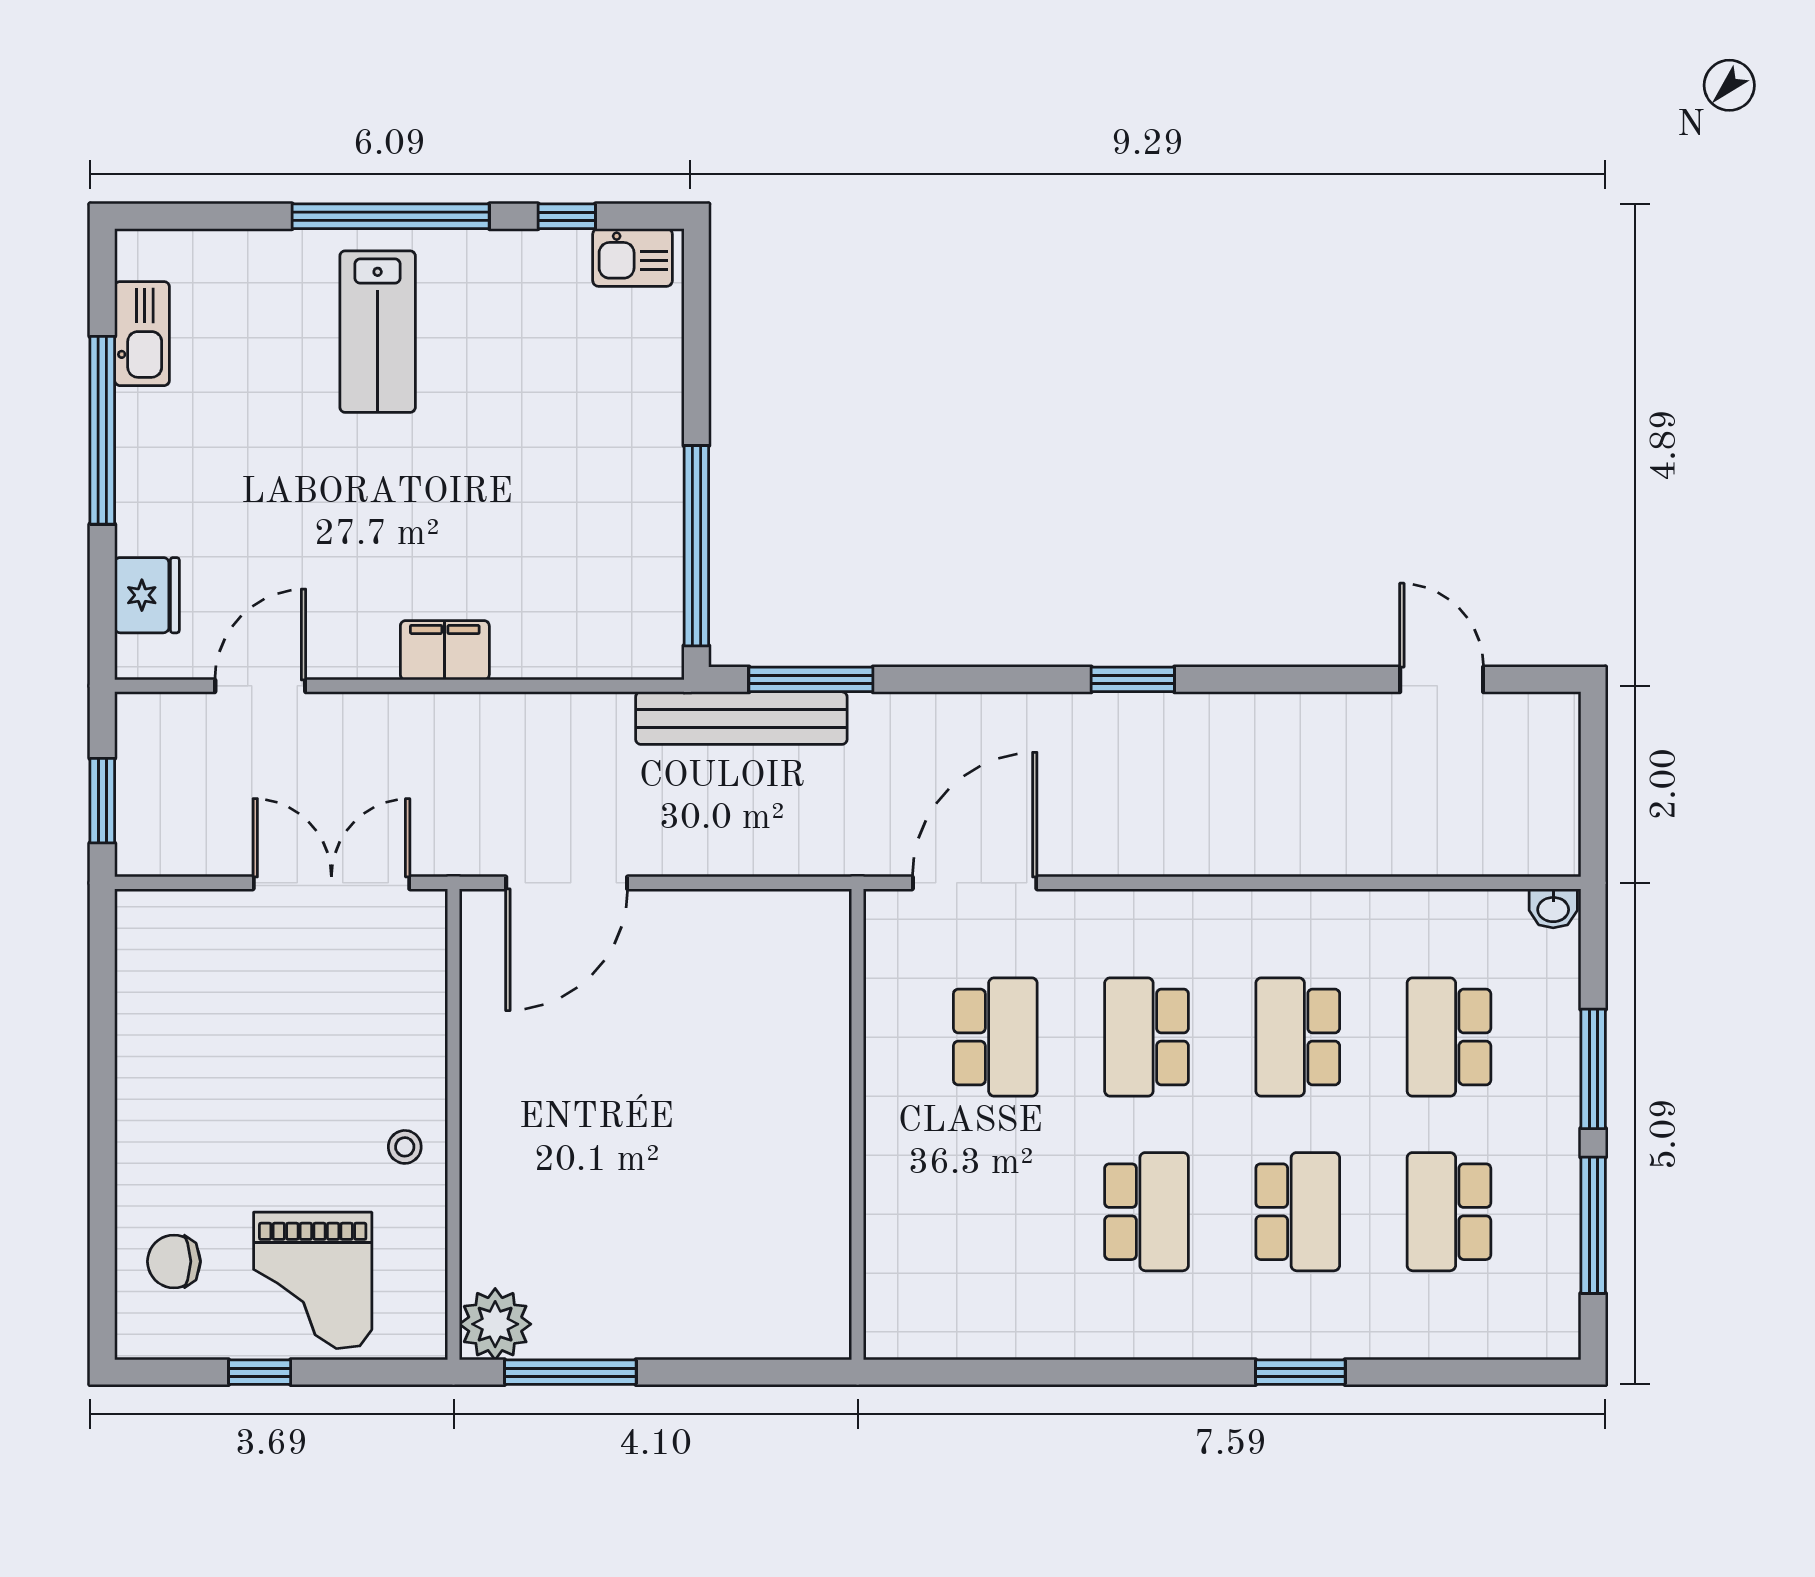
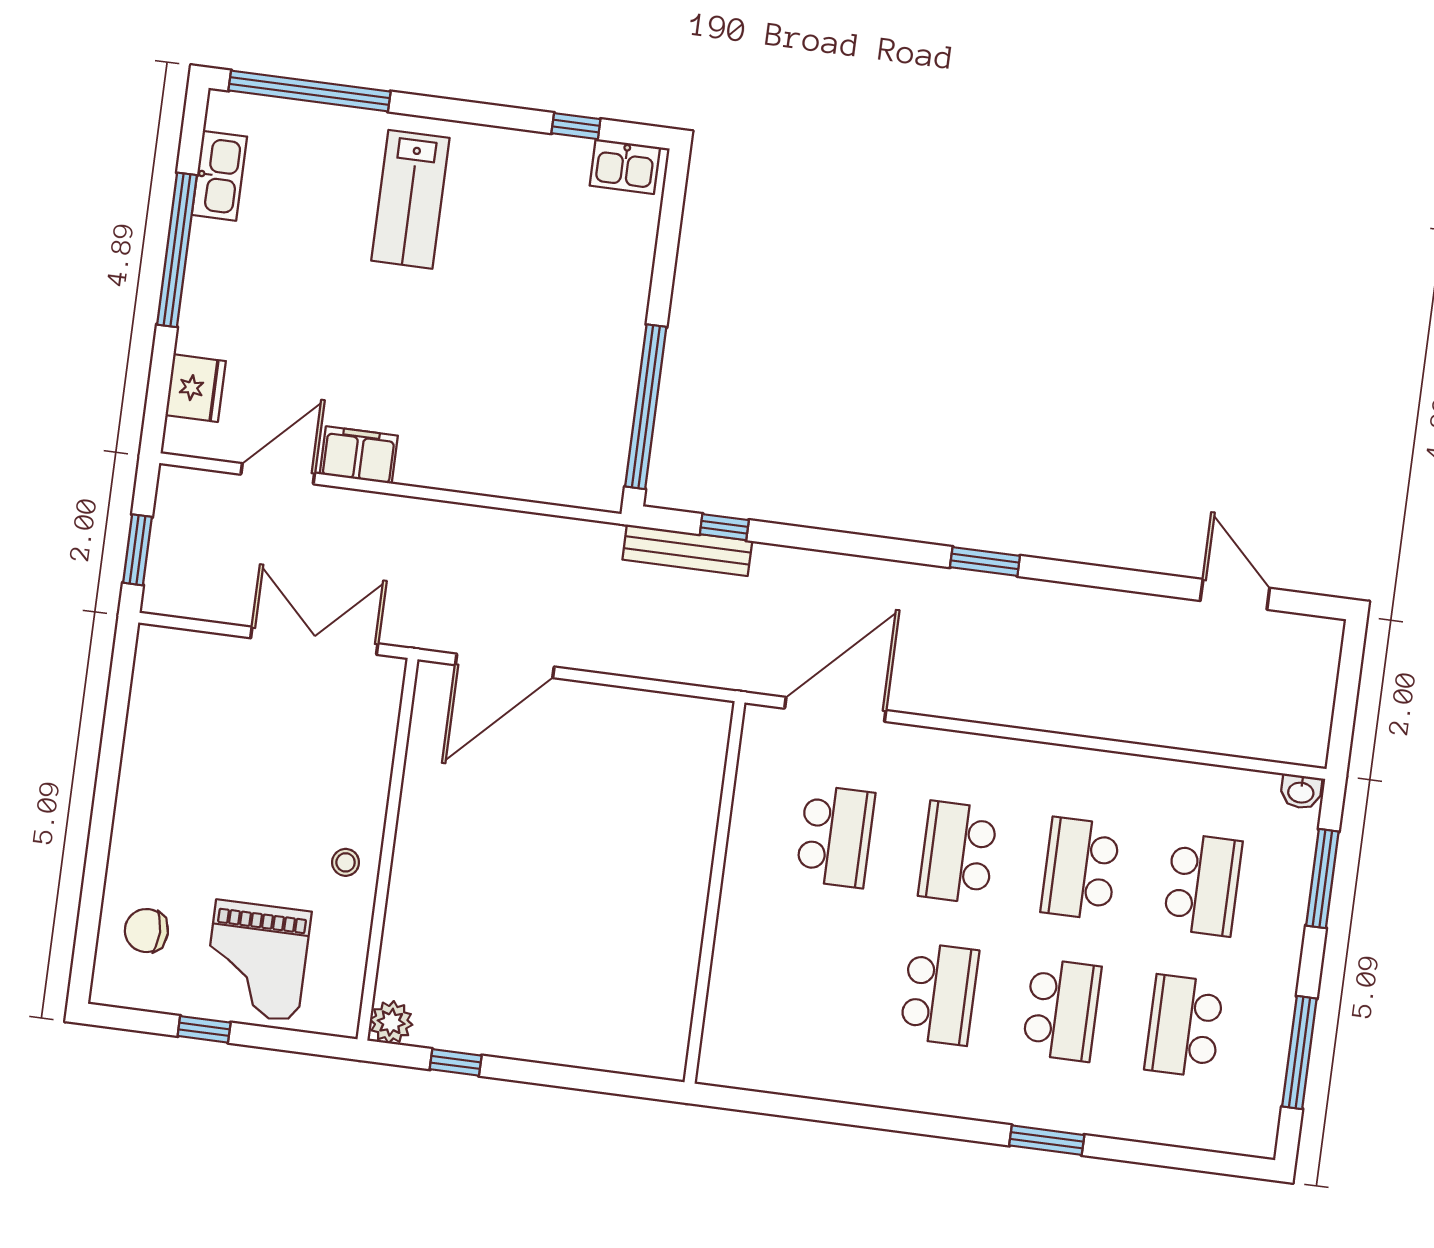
window: (391, 216) -> (309, 91), moved
filing cabinet: (445, 650) -> (359, 455), moved
window: (811, 679) -> (724, 527), width x0.46
bench: (741, 718) -> (687, 550), width x0.73, depth x0.82
school desk: (1449, 1037) -> (1203, 885), turned 180
window: (1593, 1069) -> (1322, 879), moved
plant: (495, 1324) -> (391, 1022), width x0.73, depth x0.73
window: (570, 1372) -> (456, 1062), width x0.46

